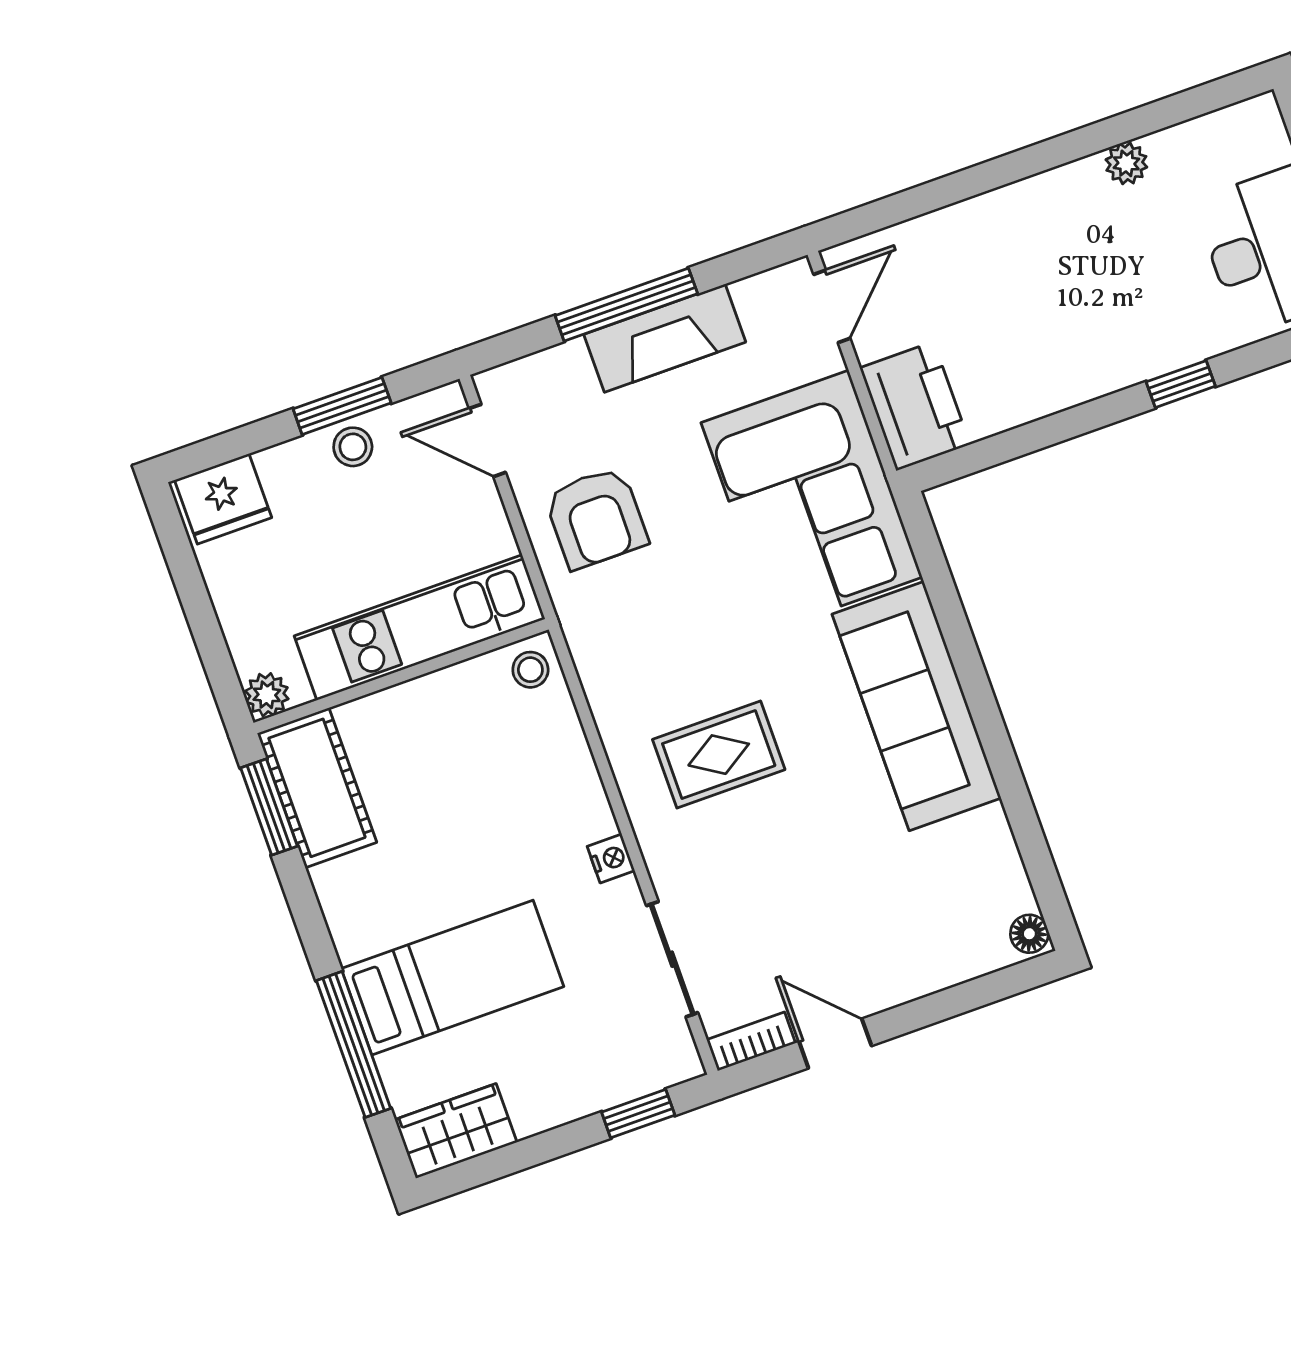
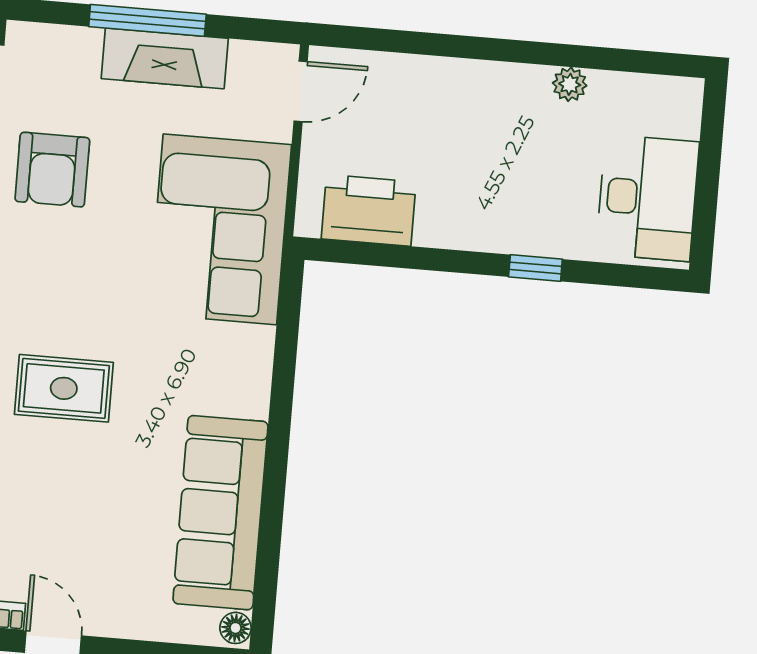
printer: (915, 406) -> (369, 210), moved, turned -90
sofa: (917, 706) -> (220, 513), moved

